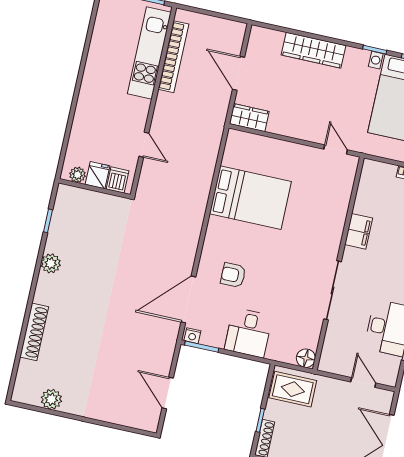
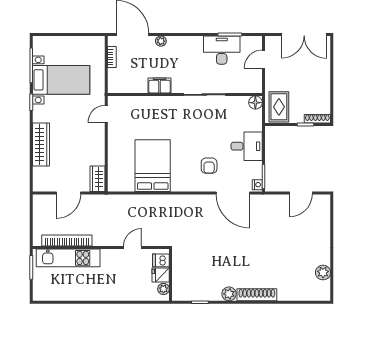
shoe rack: (34, 332) -> (257, 295), moved

